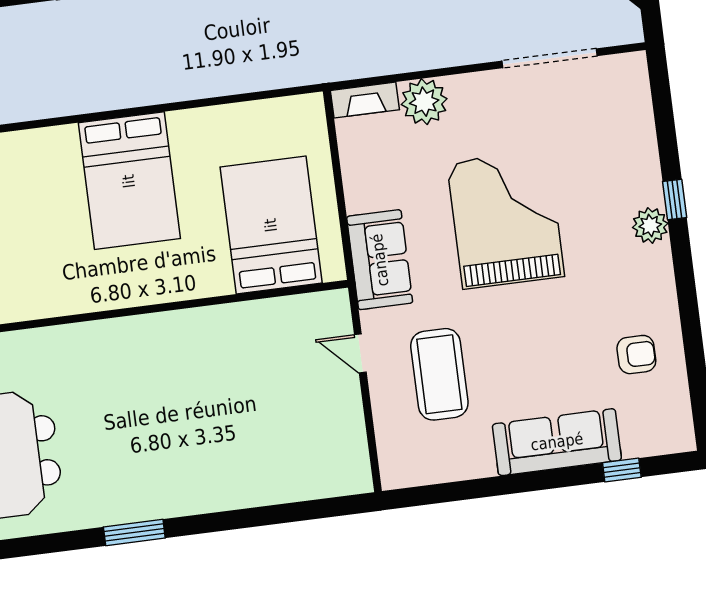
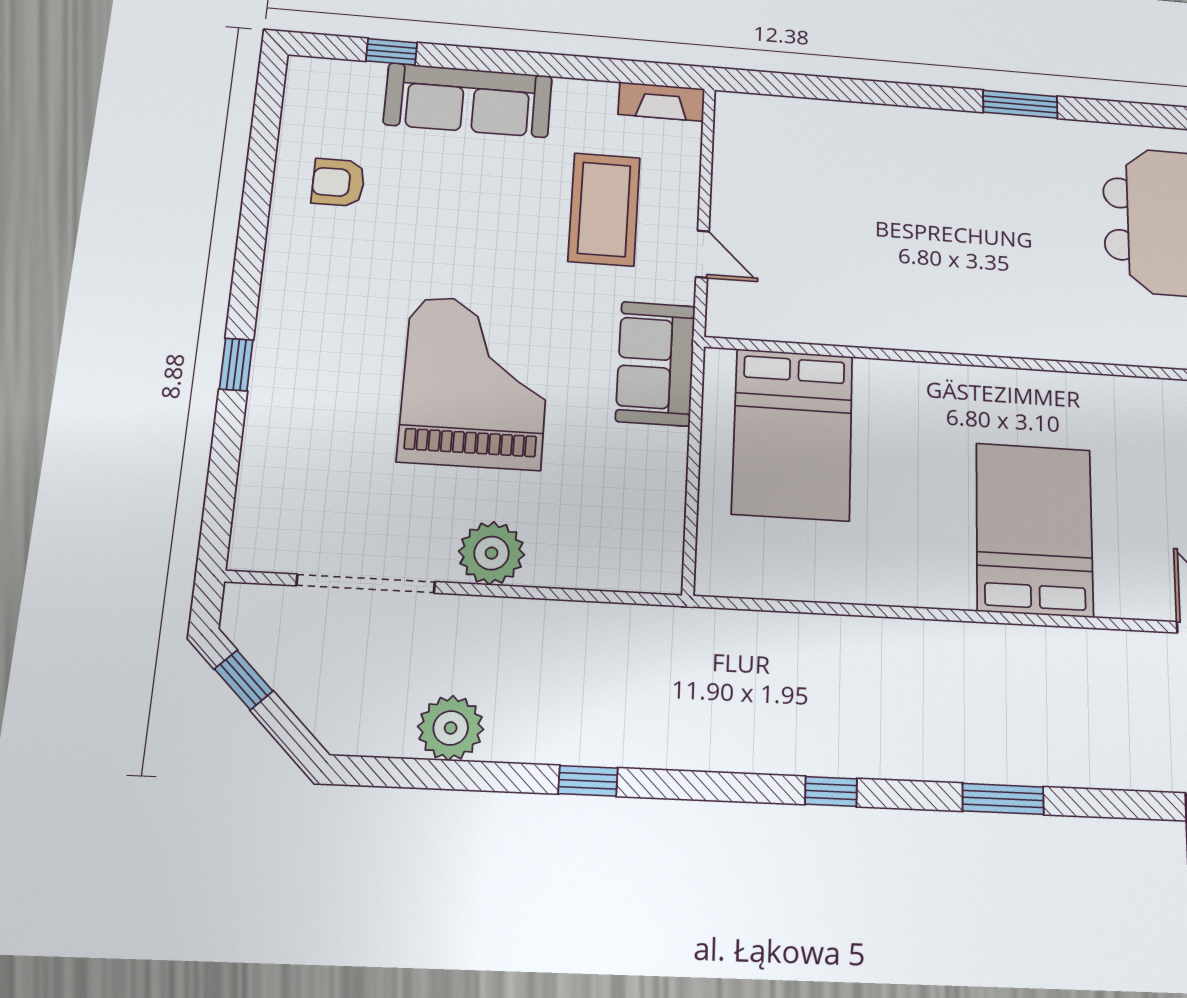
fireplace: (365, 100) -> (662, 102), moved, turned 180
plant: (424, 102) -> (492, 553), moved
bed: (129, 181) -> (1034, 530), moved
grand piano: (506, 219) -> (475, 382), turned 180
plant: (650, 225) -> (279, 338), removed

